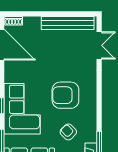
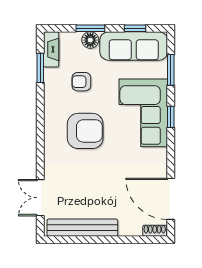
armchair: (68, 132) -> (81, 82), turned 135

